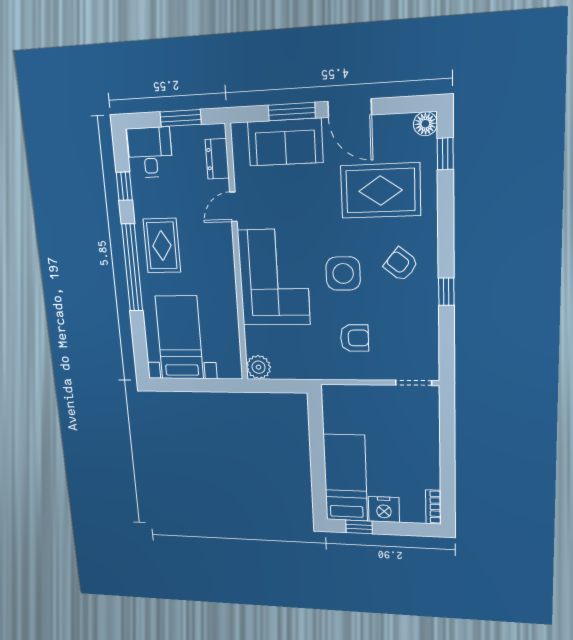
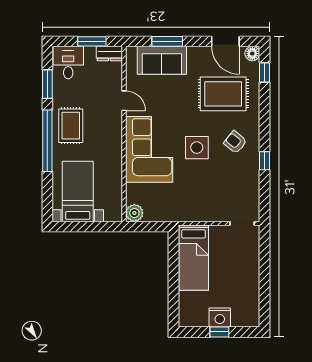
door: (350, 108) -> (225, 41), moved
dresser: (217, 159) -> (109, 53), moved, turned -90
window: (124, 186) -> (47, 84), width x1.50
door: (233, 207) -> (124, 101), swing flipped
armchair: (355, 338) -> (203, 192), removed
bed: (345, 478) -> (194, 258), moved, turned 180
bookcase: (433, 507) -> (254, 314), removed
window: (359, 527) -> (219, 332), moved

